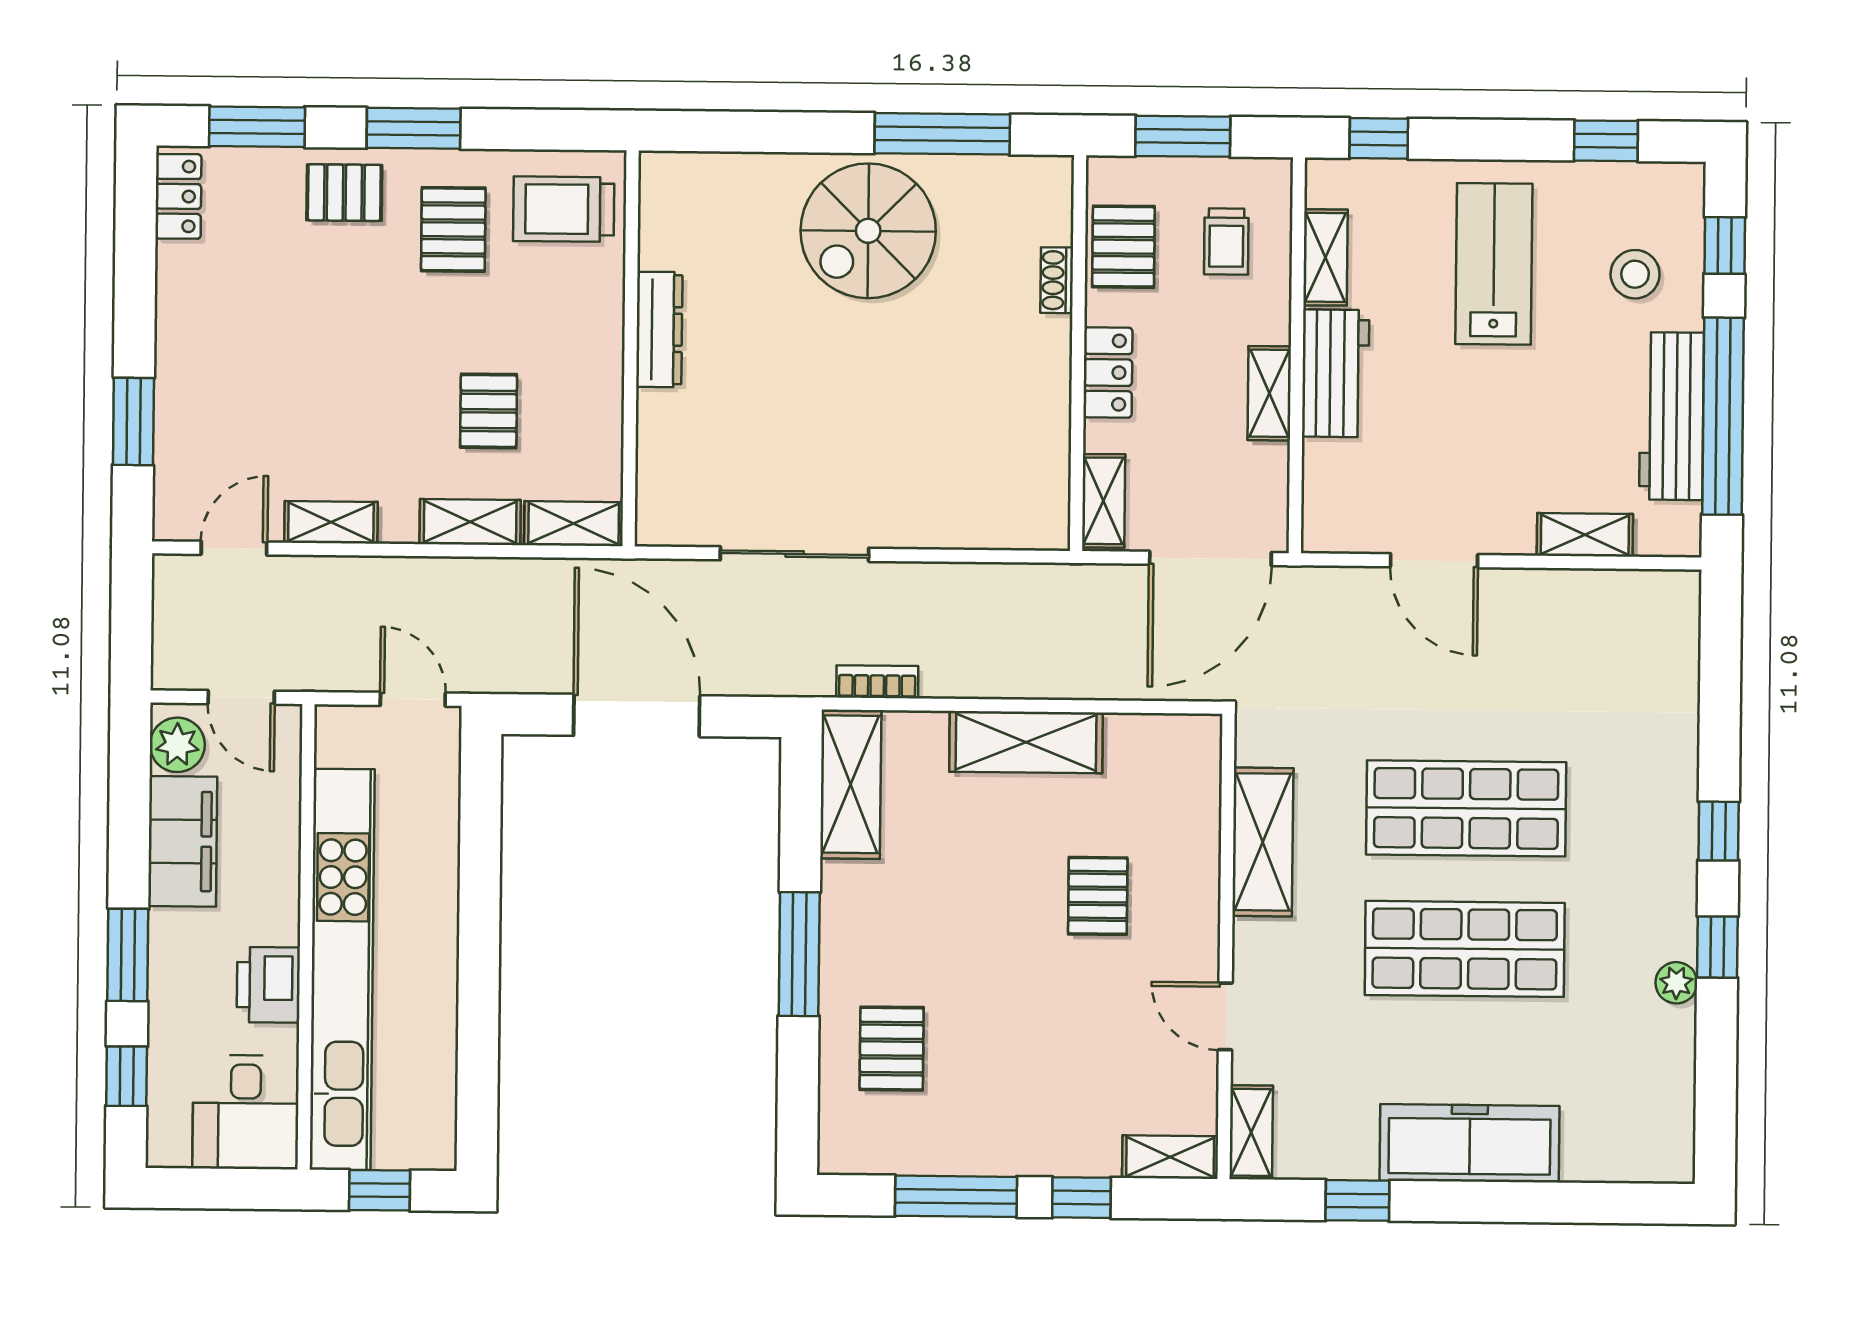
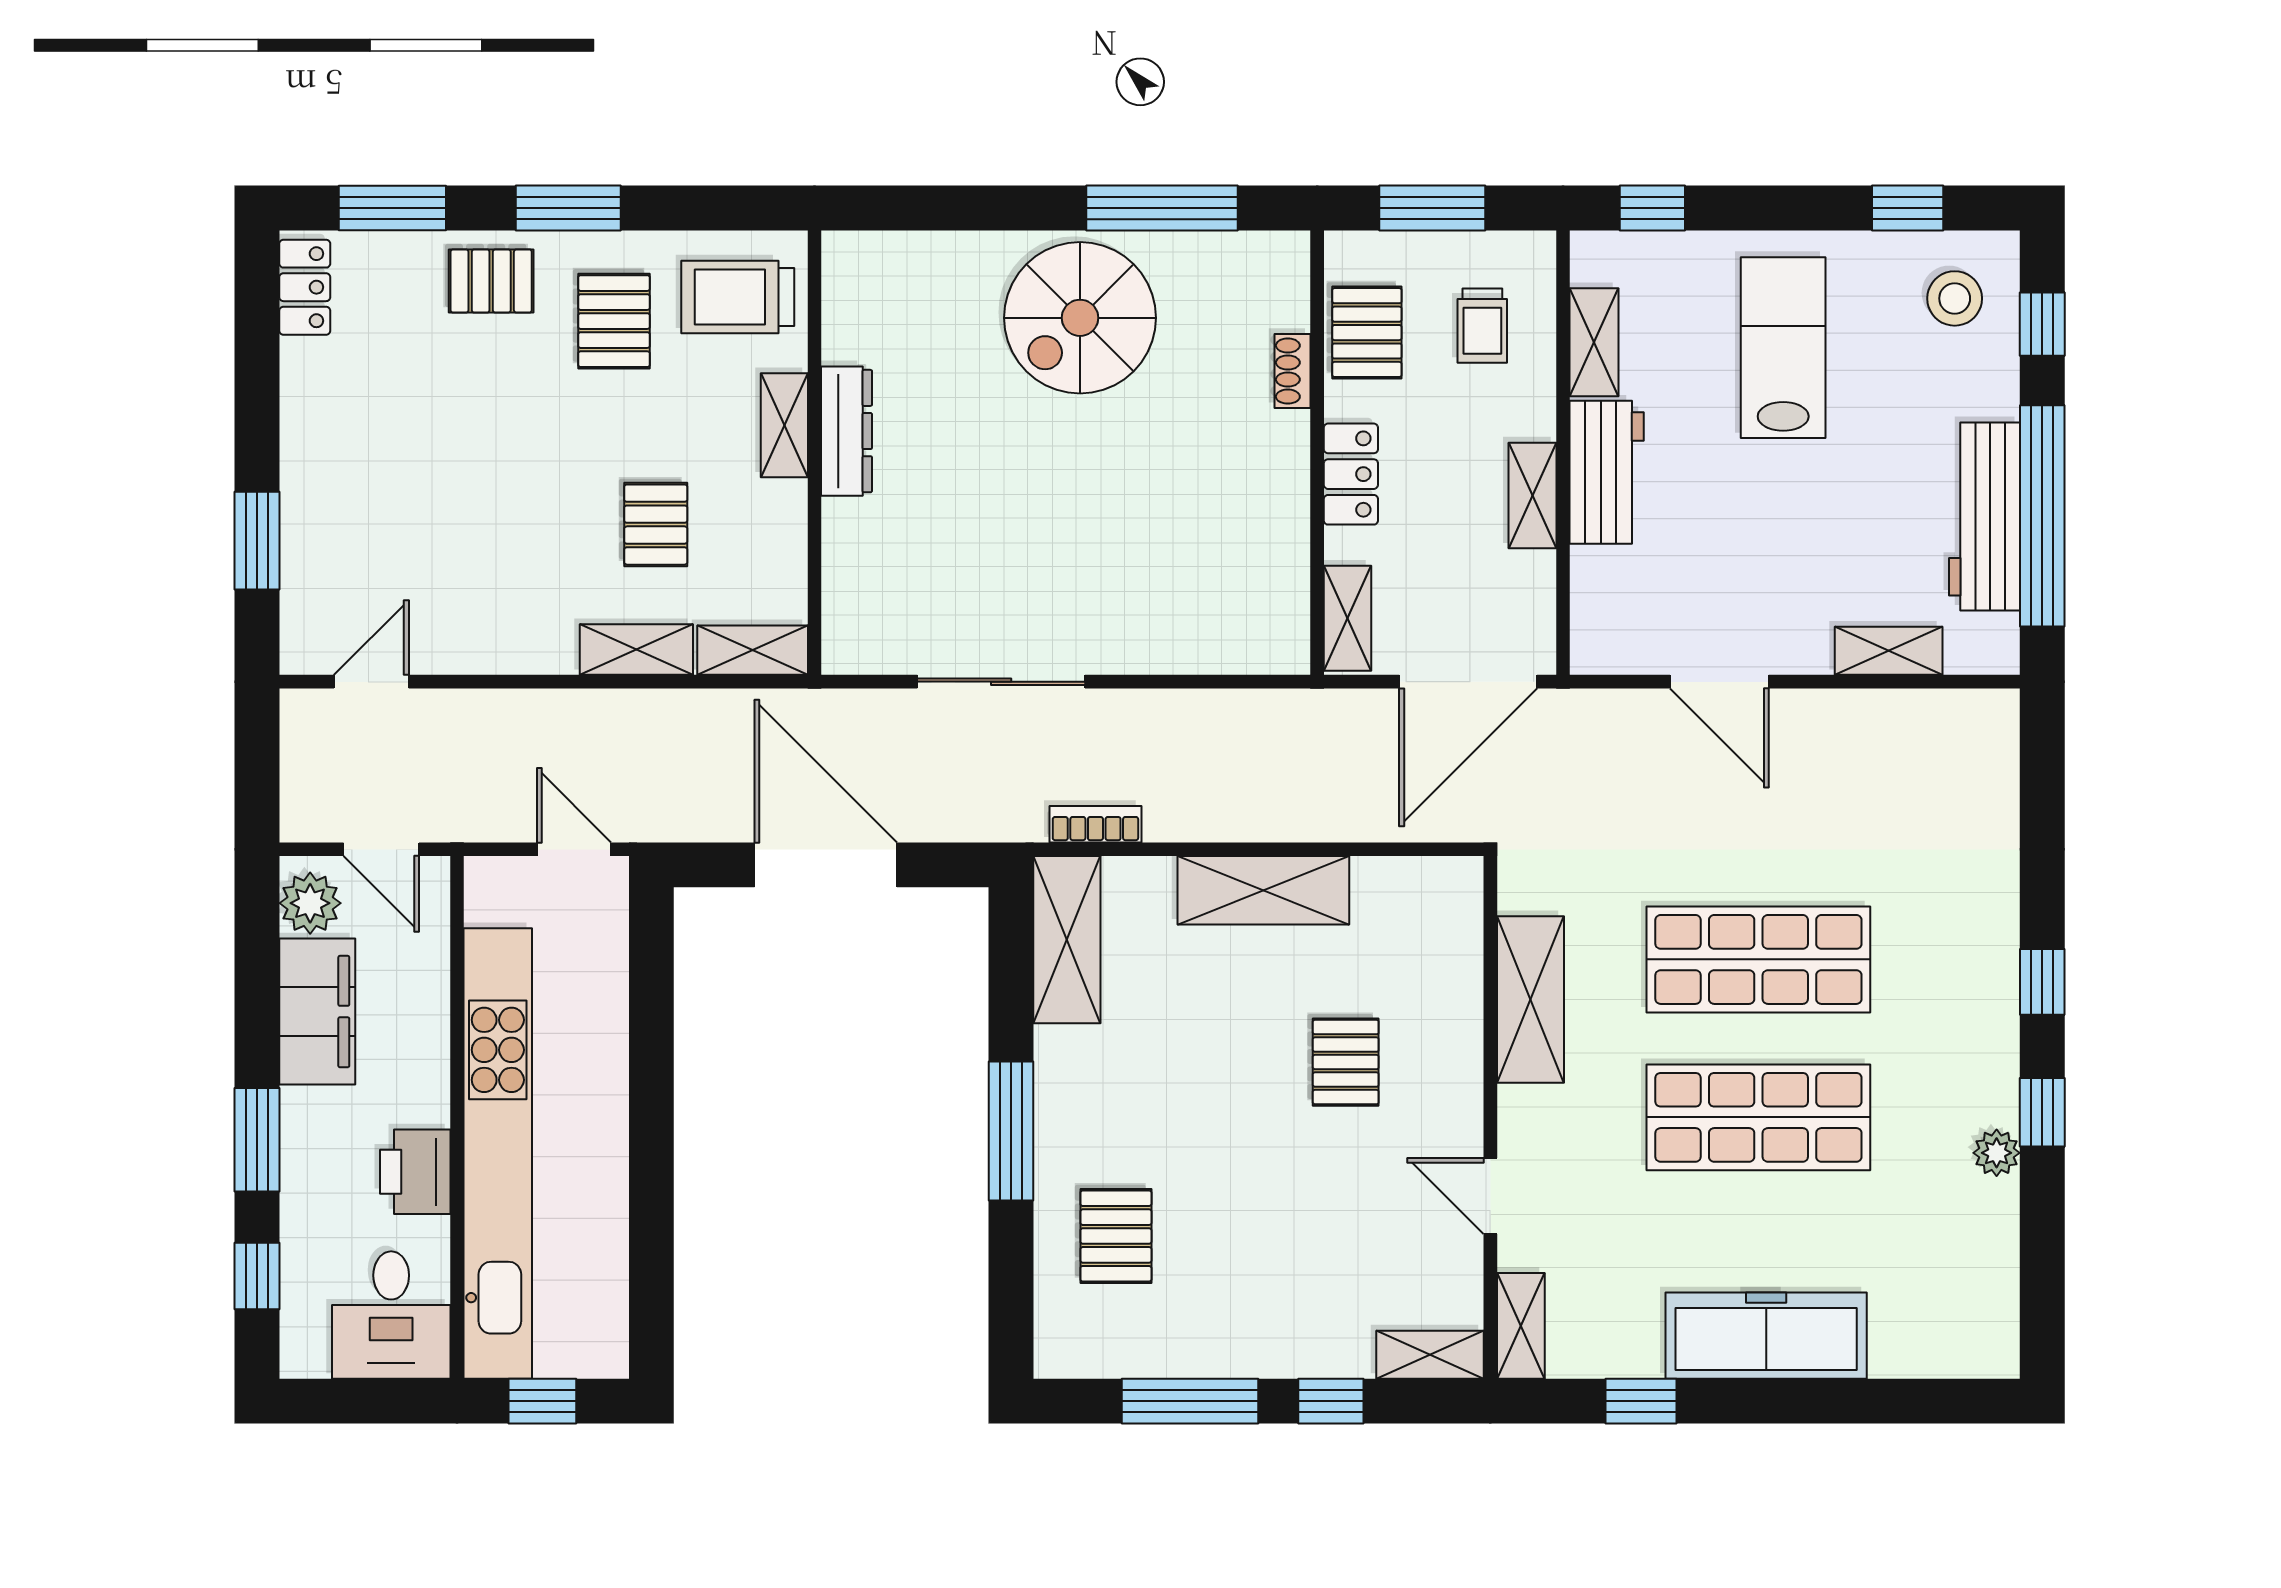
stool: (1635, 274) -> (1955, 298), moved
shelving: (331, 522) -> (784, 425), moved, turned 90

